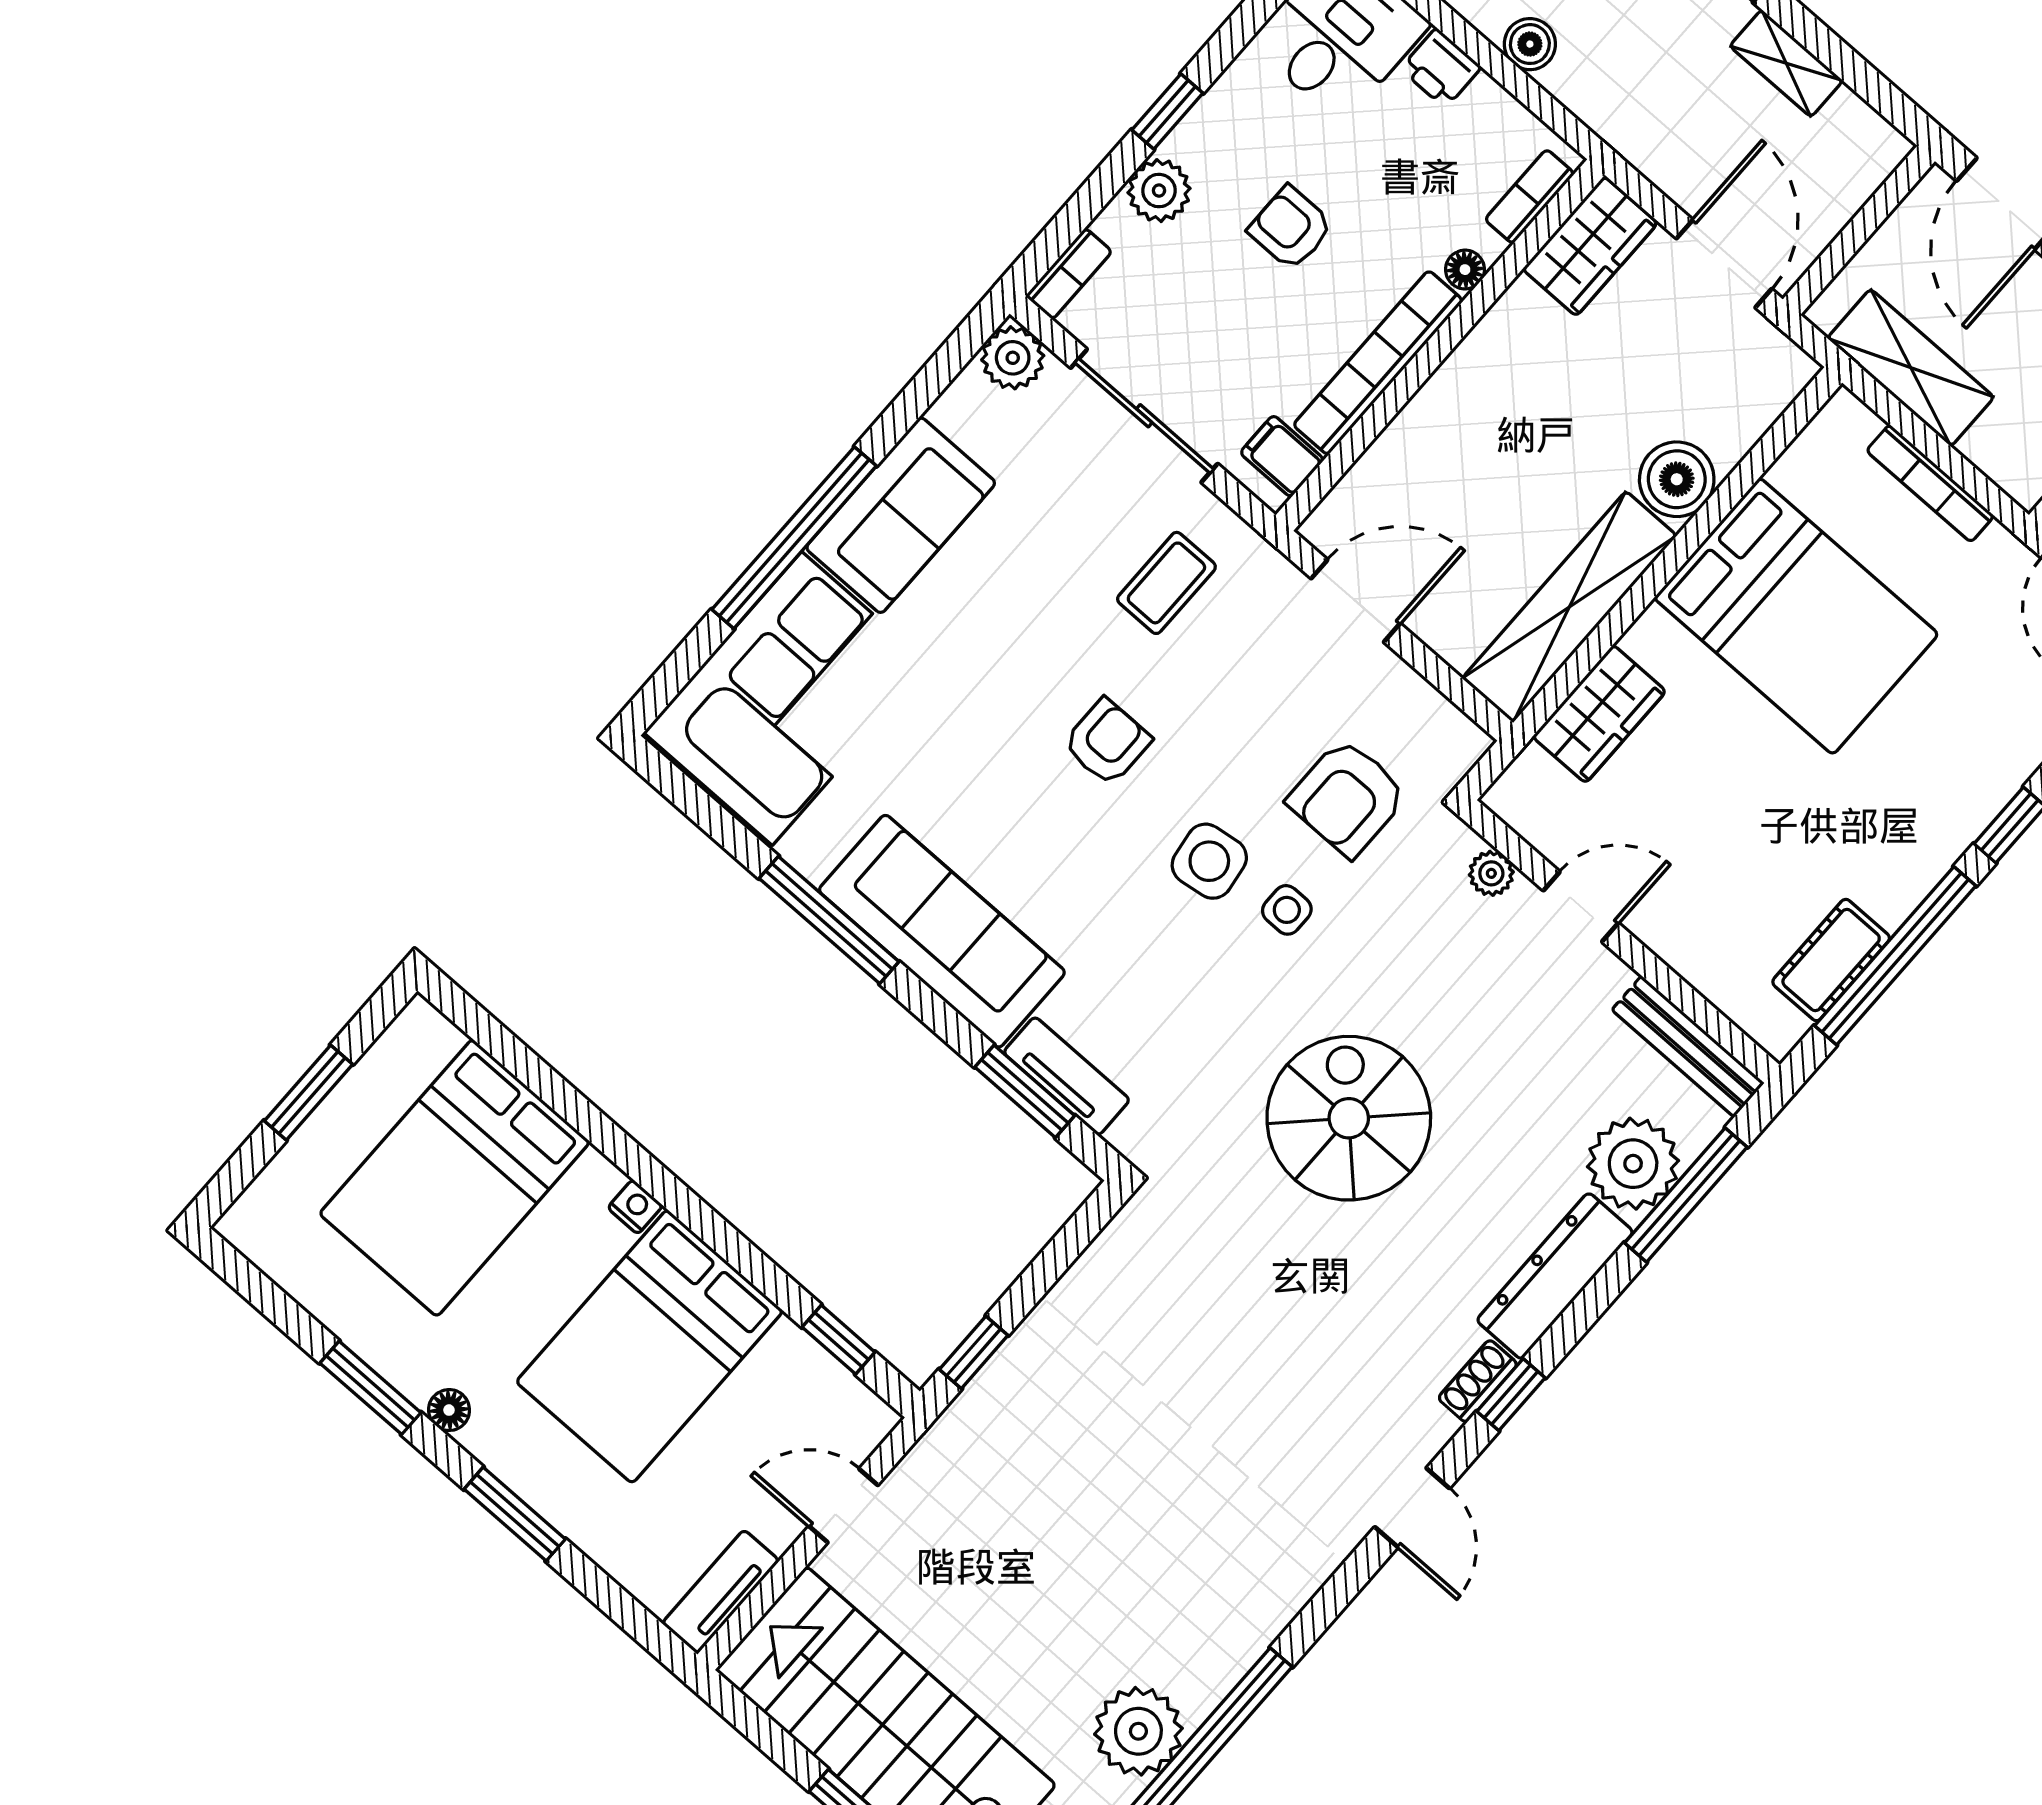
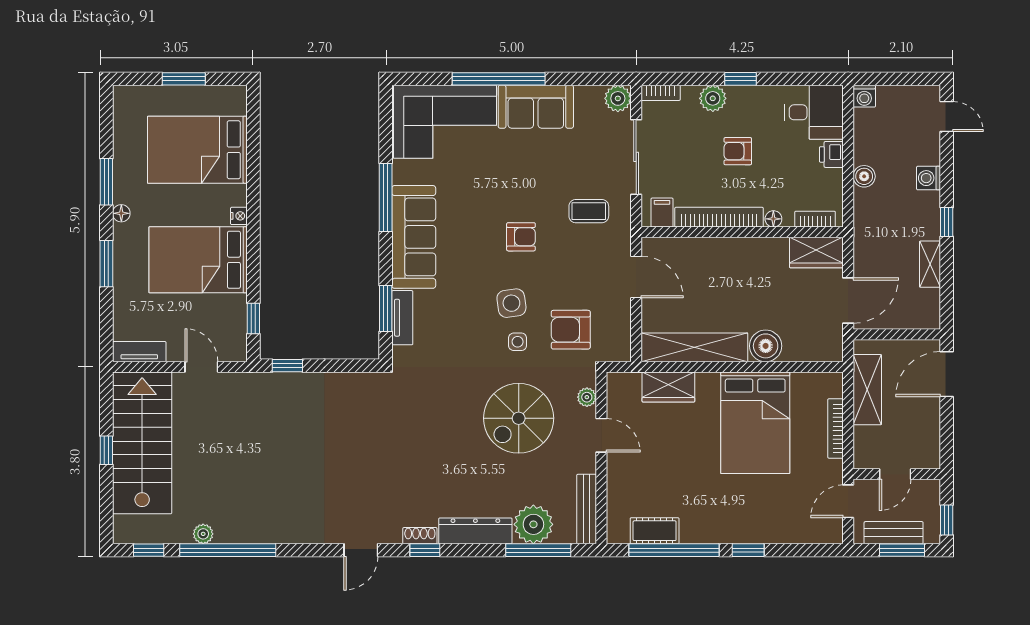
armchair: (1291, 228) -> (738, 151), turned -90
spiral stairs: (1349, 1118) -> (519, 418), moved, turned 180
plant: (1138, 1731) -> (203, 534), width x0.53, depth x0.53

